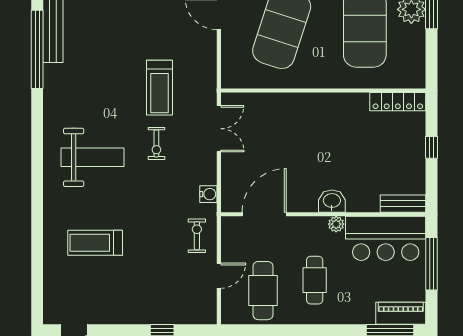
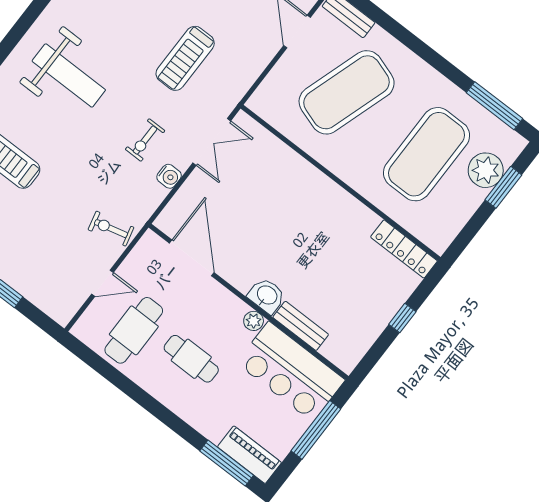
exercise bike: (156, 144) -> (145, 140), moved
water cooler: (208, 194) -> (169, 176), moved
bench: (403, 204) -> (301, 326), moved
door: (264, 214) -> (192, 258), hinge flipped
exercise bike: (197, 236) -> (111, 229), turned -104
cafe table: (315, 280) -> (191, 359), turned 90

